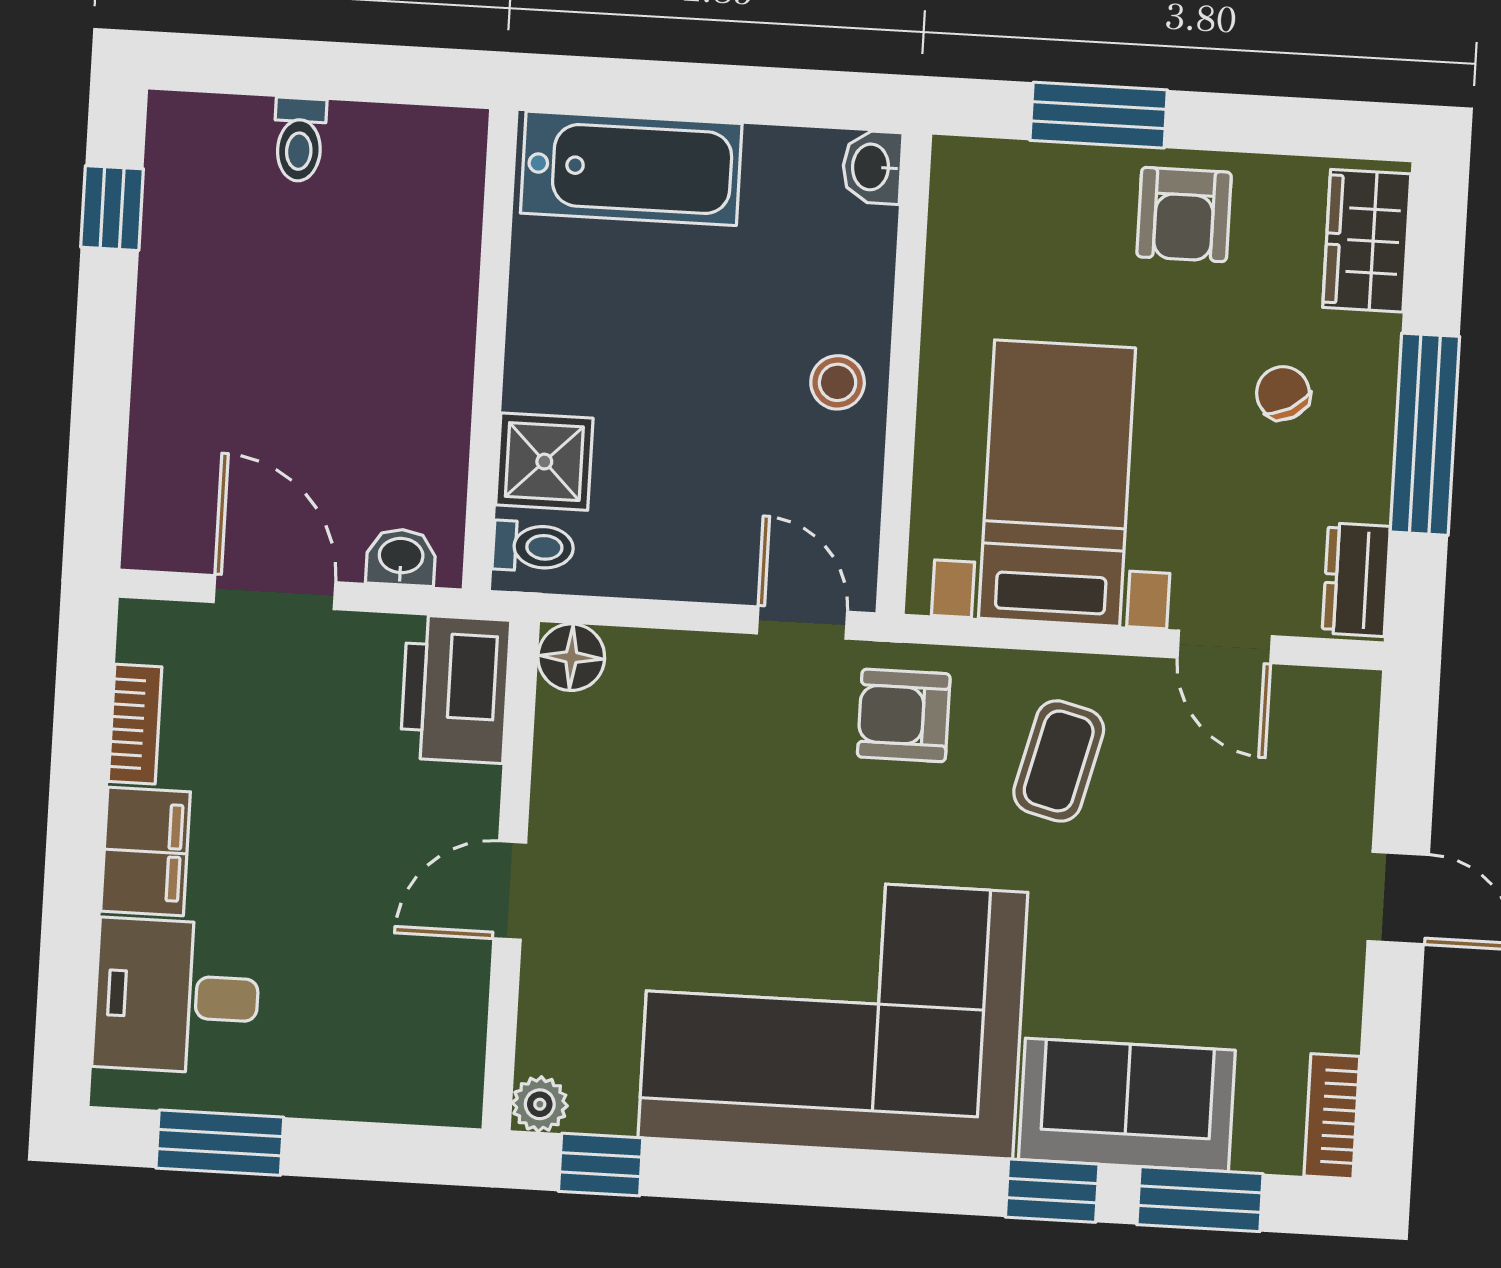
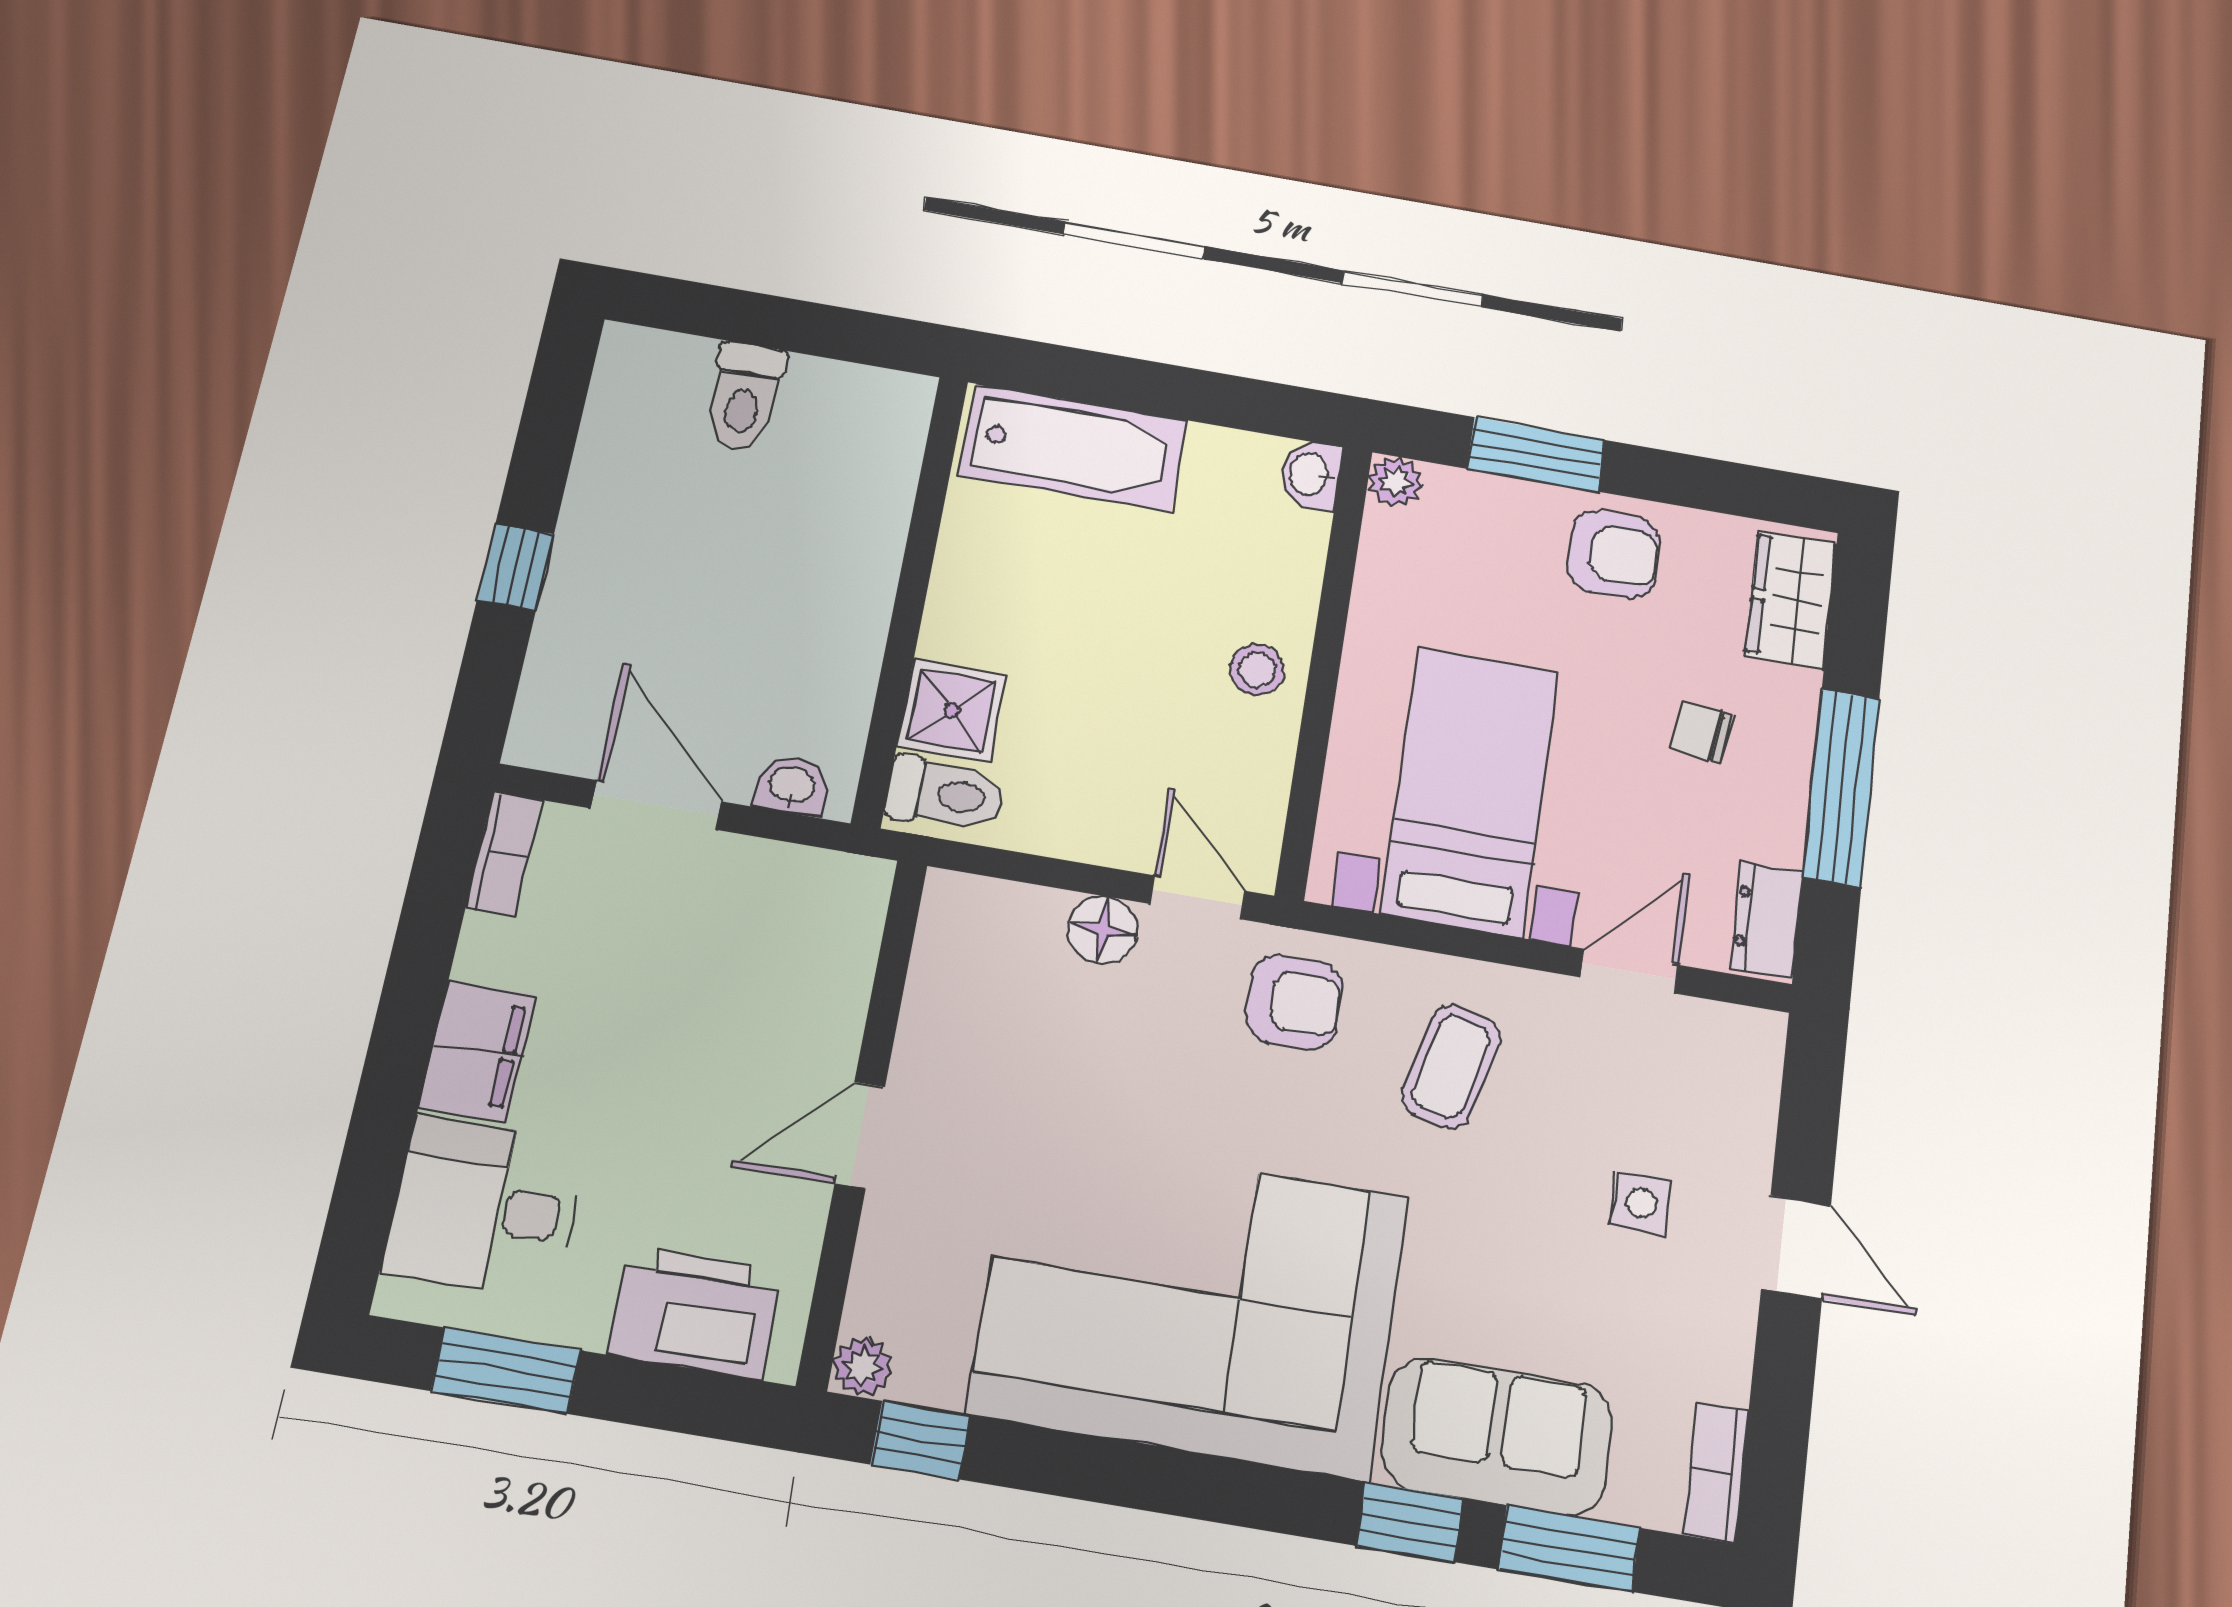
toilet: (299, 140) -> (744, 396), width x1.37, depth x1.39
plant: (958, 164) -> (1396, 482), added
window: (112, 208) -> (516, 567), moved
armchair: (1184, 215) -> (1614, 554), turned -90
chair: (1283, 393) -> (1702, 732), turned -54
toilet: (533, 547) -> (946, 794), width x1.37, depth x1.39
door: (1225, 647) -> (1629, 971), swing flipped
floor lamp: (571, 657) -> (1103, 930), moved
printer: (455, 689) -> (695, 1312), moved, turned 90
armchair: (904, 715) -> (1294, 1002), turned 180
bookcase: (135, 724) -> (504, 854), moved
side table: (1248, 873) -> (1641, 1203), added

